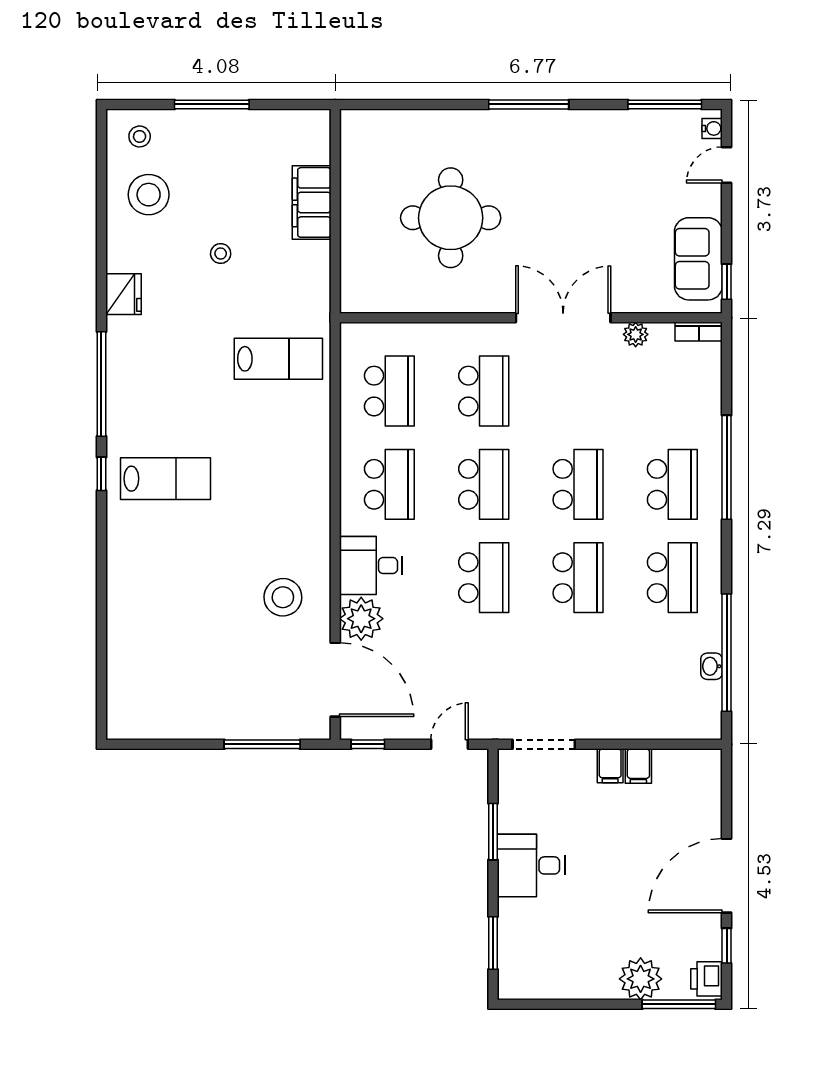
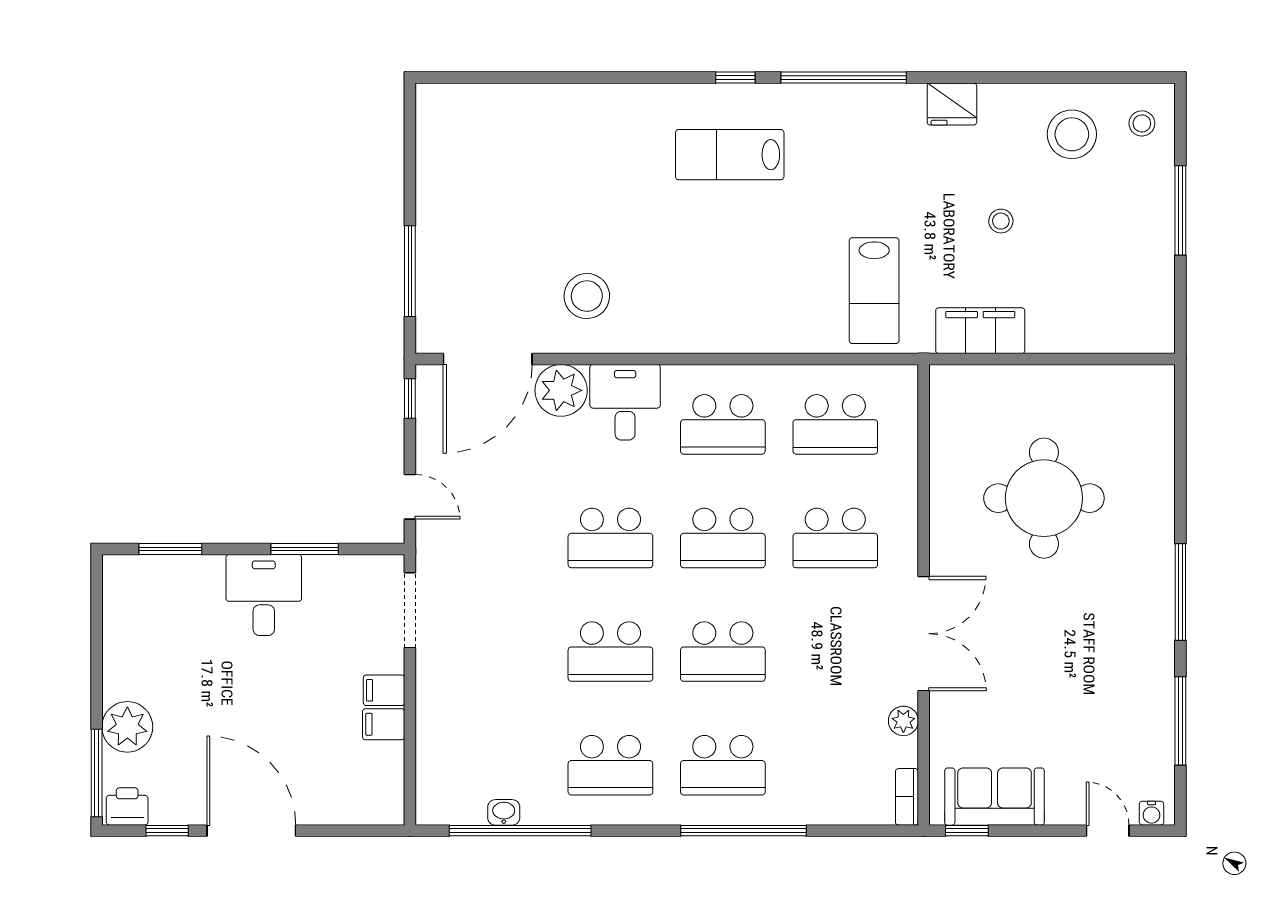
window: (665, 104) -> (1180, 721), moved
filing cabinet: (312, 202) -> (980, 331), moved
lab bench: (165, 479) -> (730, 155), turned 90

